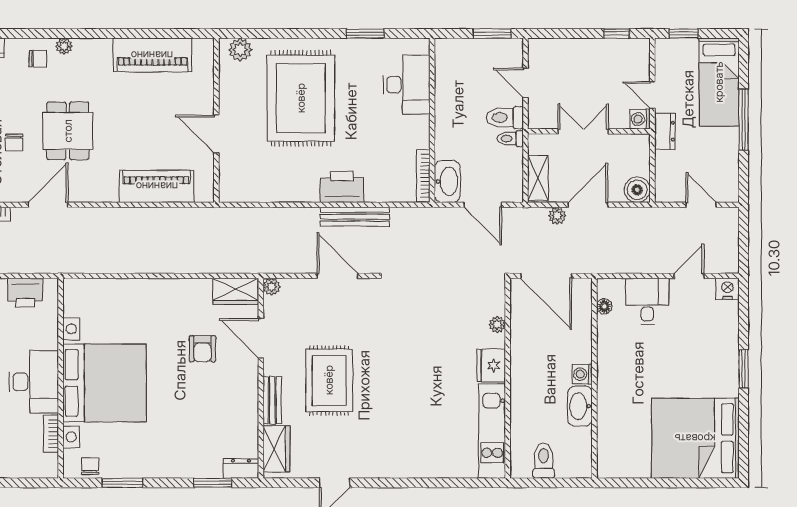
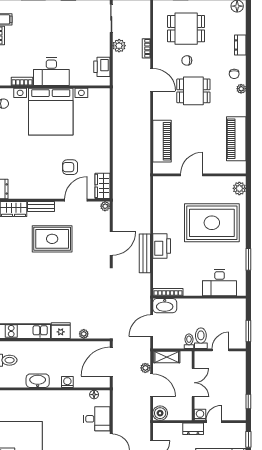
washing machine: (582, 374) -> (67, 382), moved

